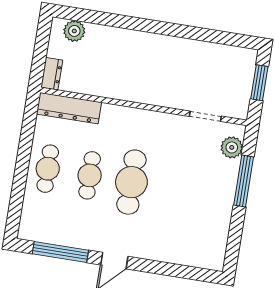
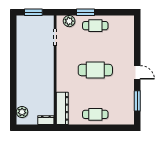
cafe table: (90, 175) -> (95, 26), moved
window: (244, 181) -> (85, 12), width x0.69
window: (60, 252) -> (137, 101), width x0.69

